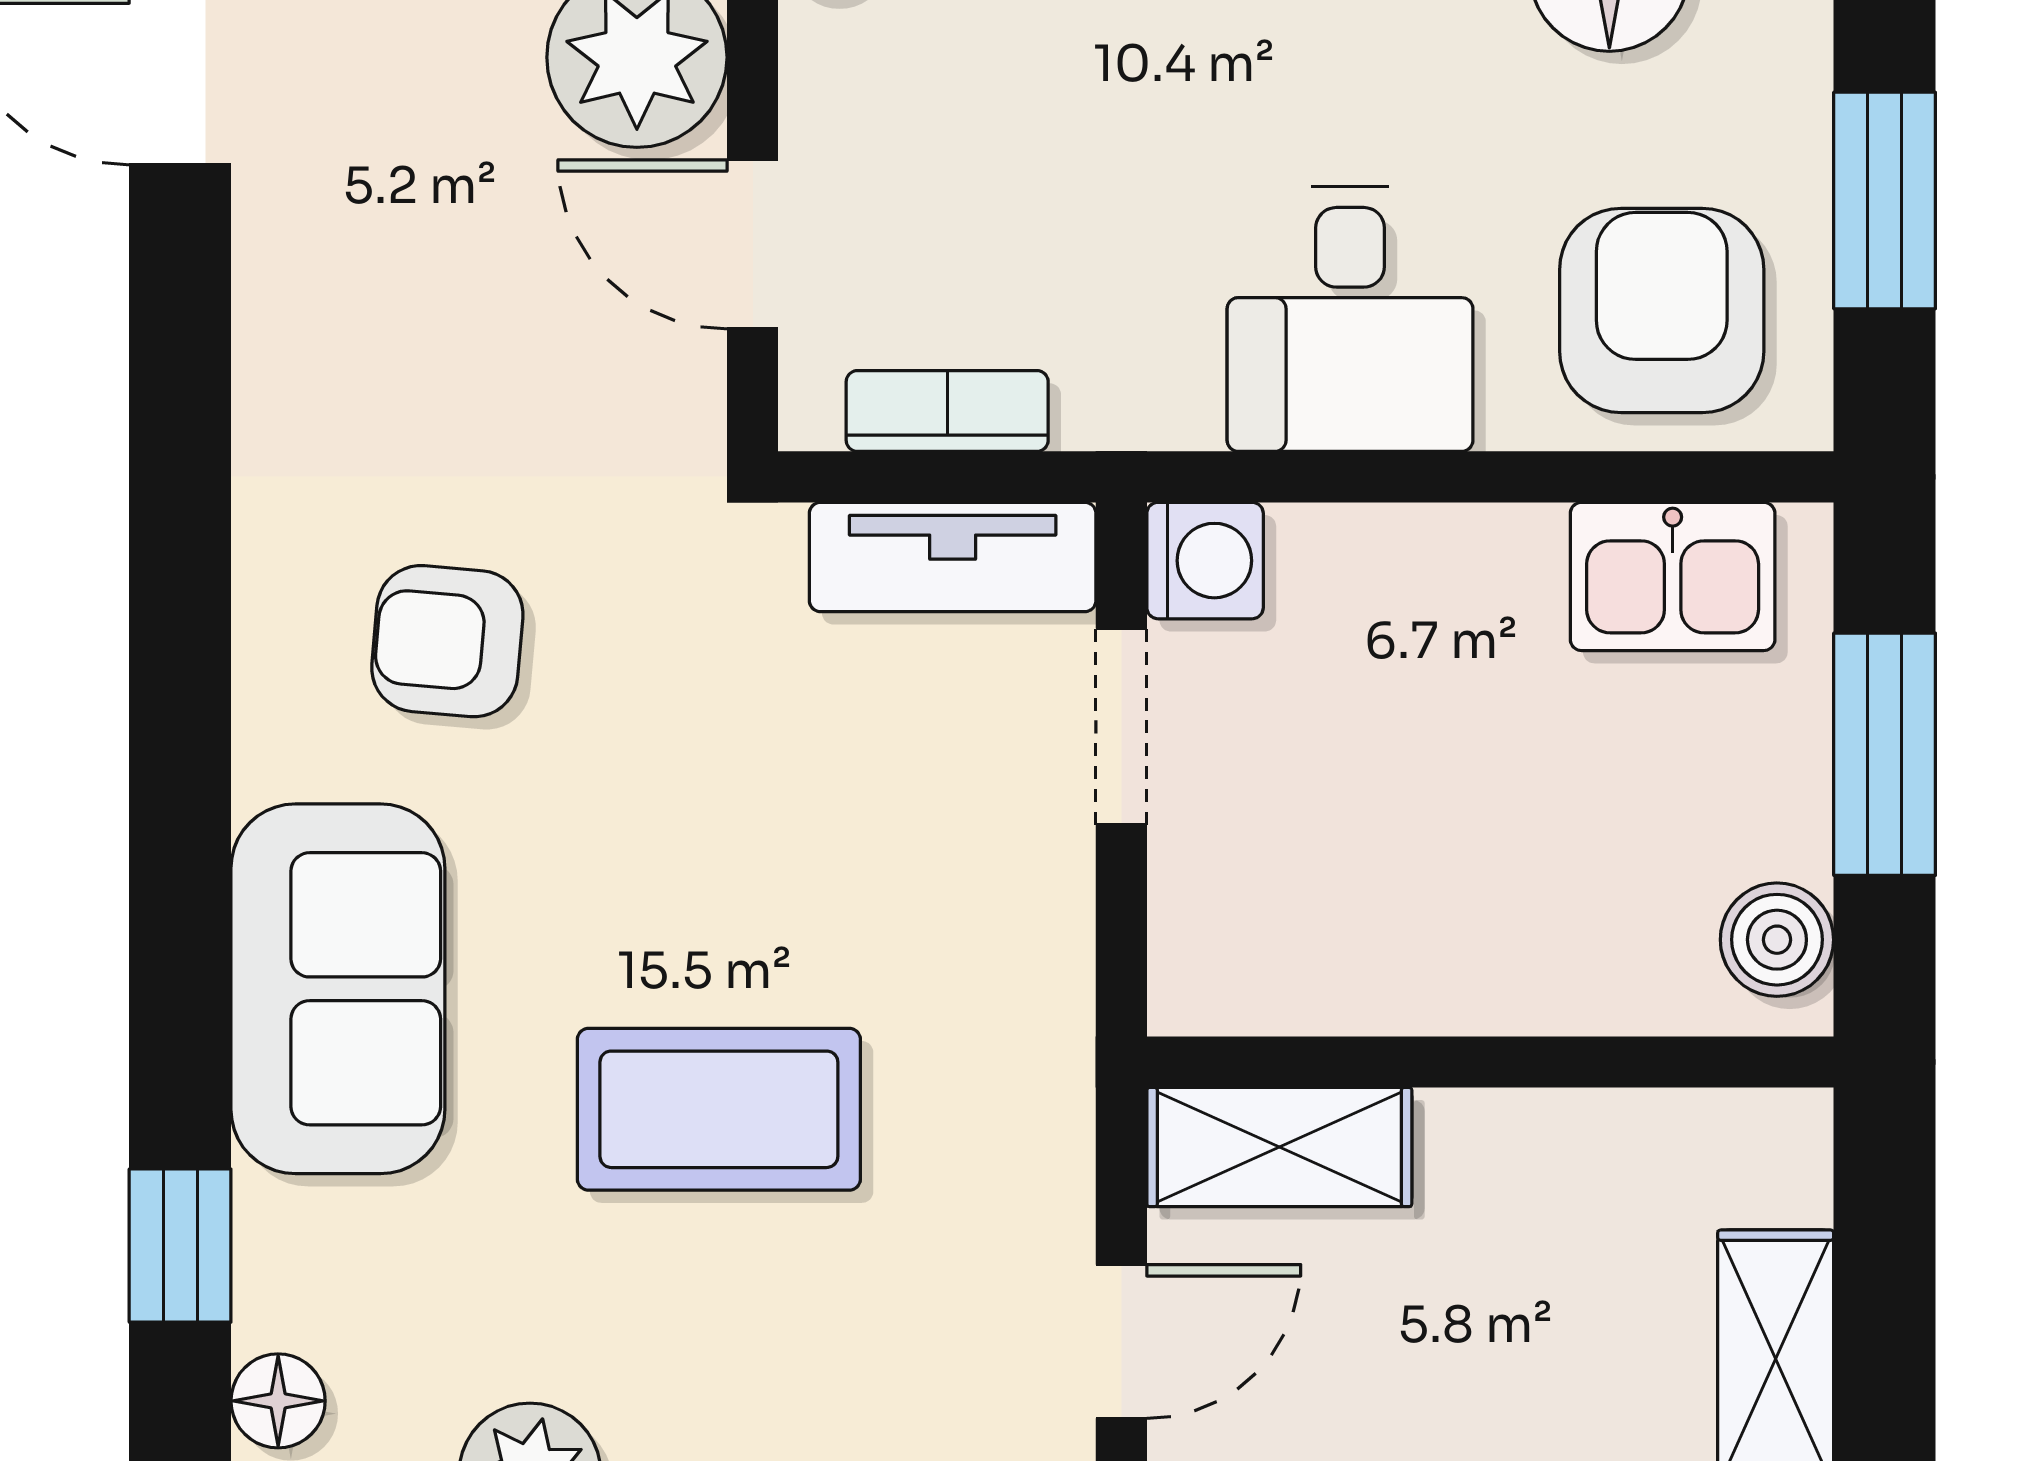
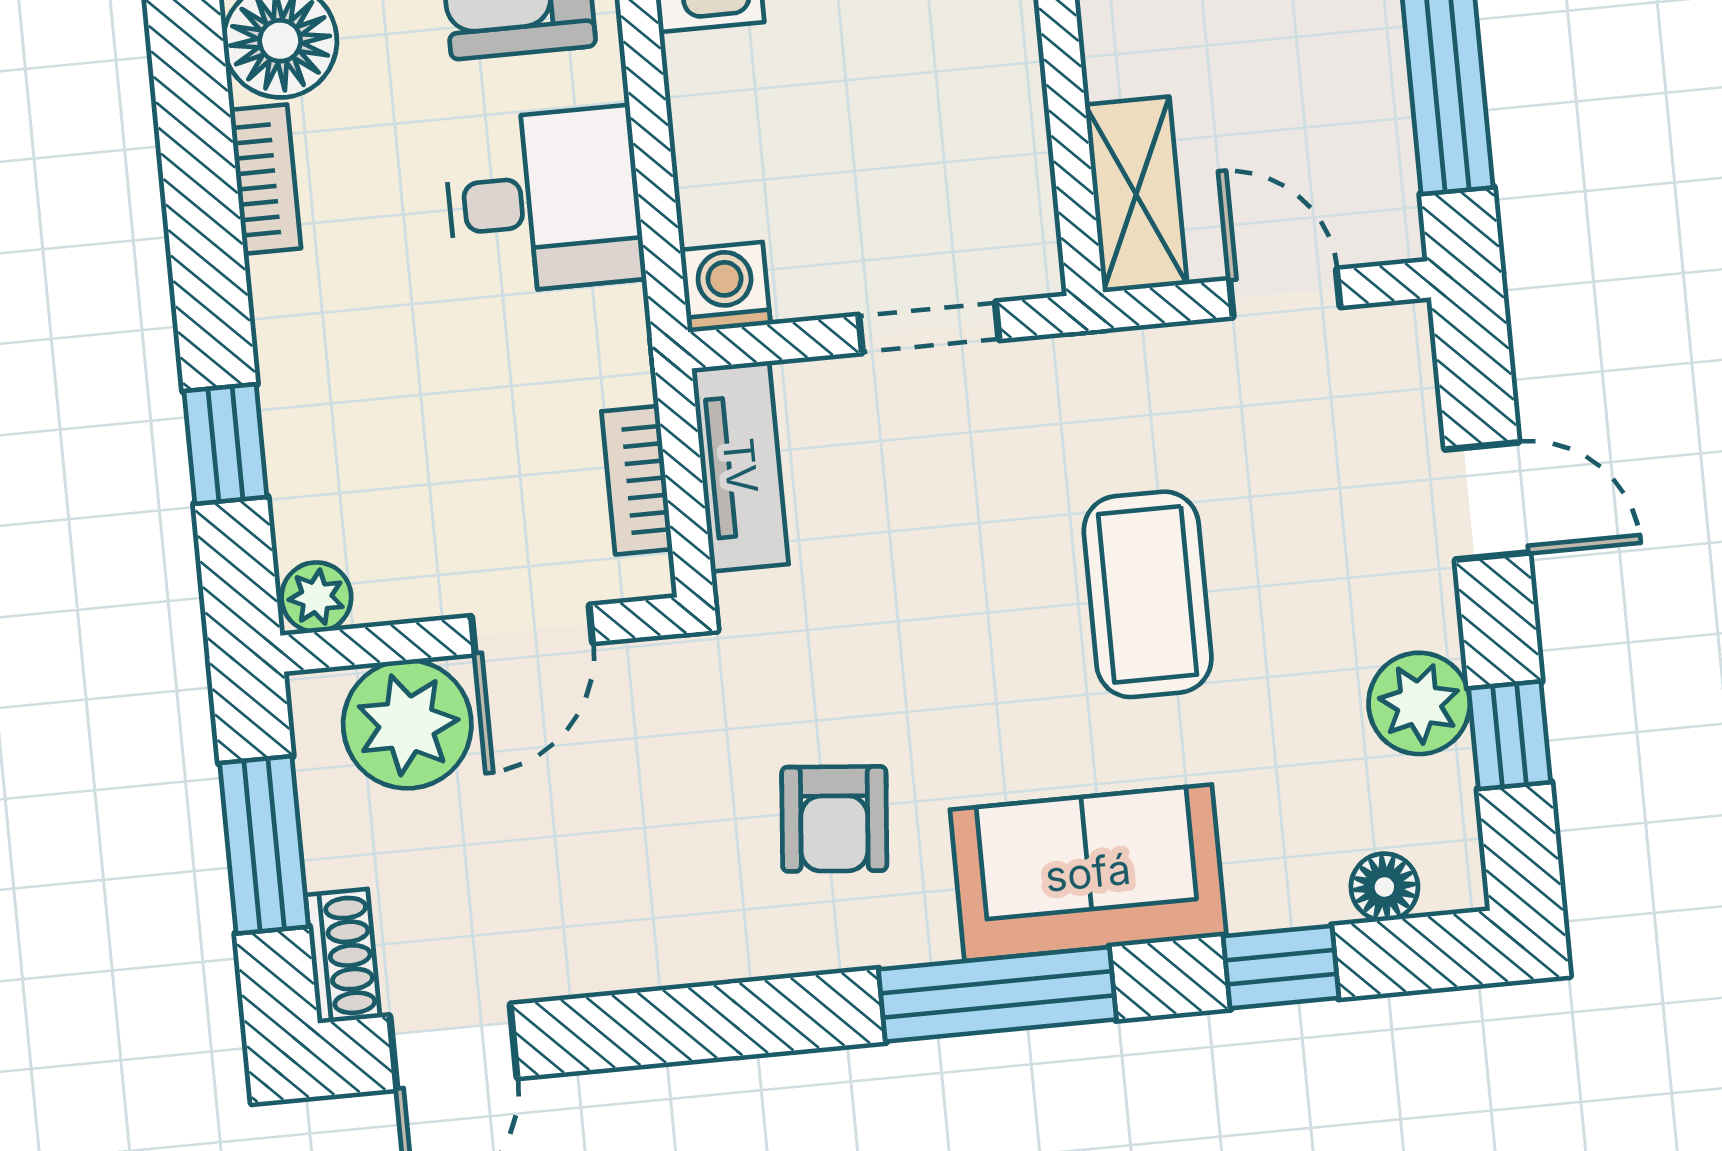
doorway: (1121, 727) -> (929, 327), moved
window: (180, 846) -> (997, 994), added

